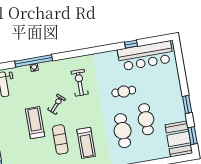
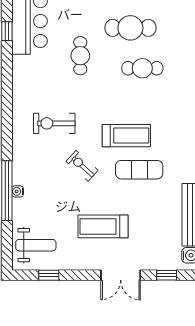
treadmill: (35, 123) -> (103, 226), moved
cafe table: (123, 131) -> (142, 68), width x0.73, depth x0.74
treadmill: (86, 143) -> (126, 136), moved

